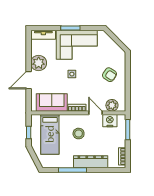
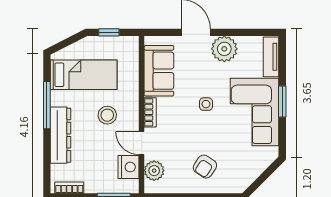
door: (95, 113) -> (142, 143), swing flipped
bed: (50, 134) -> (84, 75), moved, turned 180

